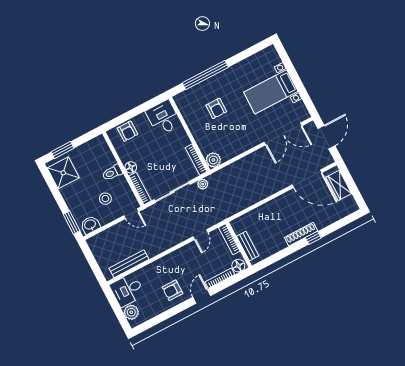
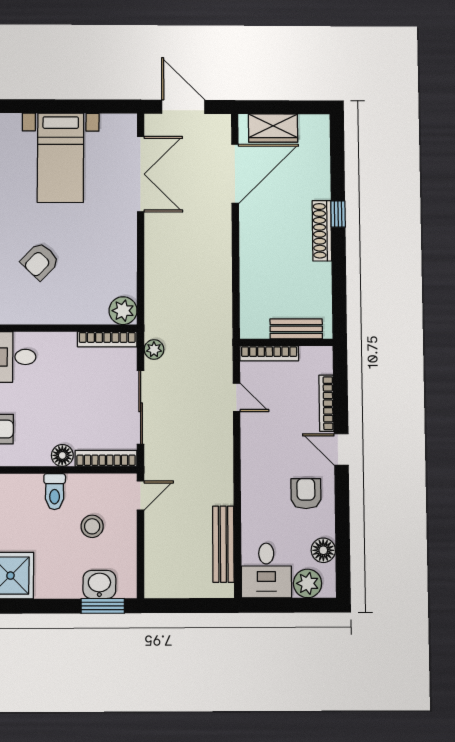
armchair: (216, 108) -> (40, 261), turned 134
washbasin: (90, 225) -> (99, 584), moved, turned 90
floor lamp: (238, 266) -> (323, 550), moved
armchair: (172, 290) -> (306, 494), turned 180

